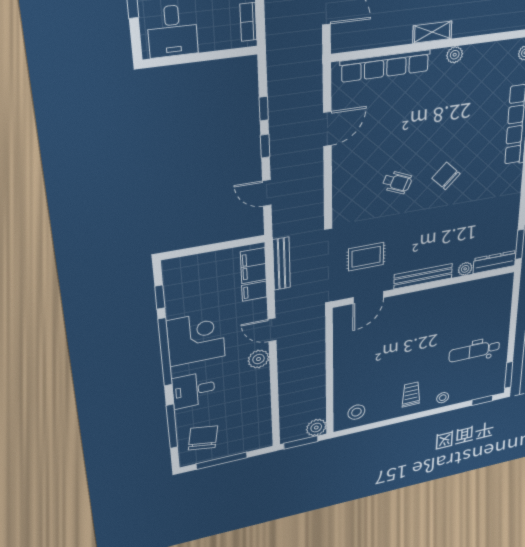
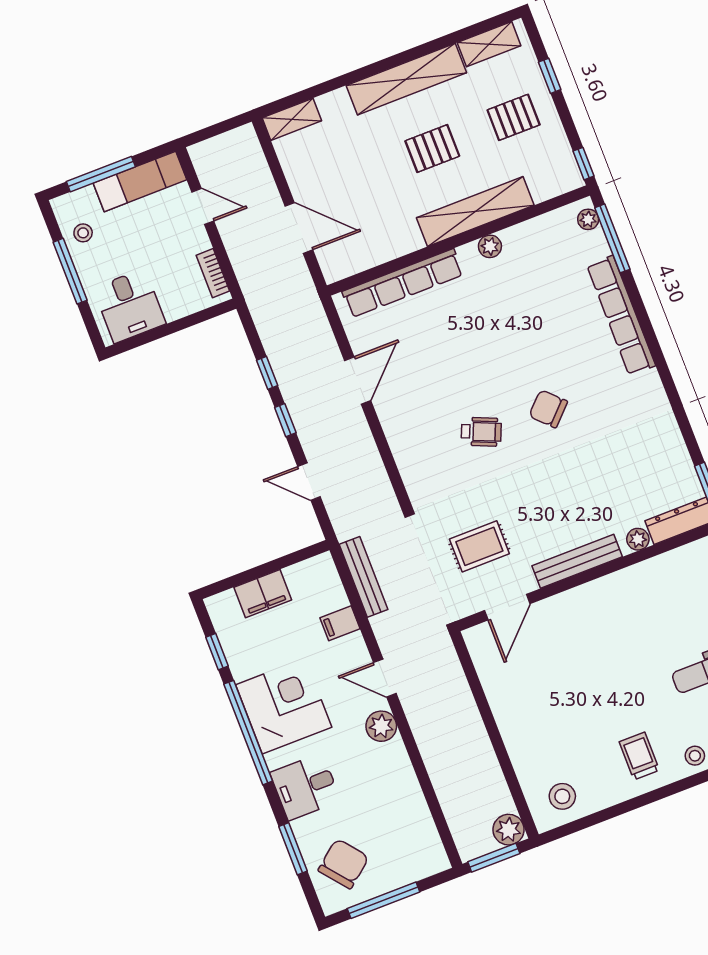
shelving: (432, 32) -> (475, 212), width x2.20, depth x1.33
filing cabinet: (253, 266) -> (263, 594), moved, turned -90
window: (172, 426) -> (293, 849), width x0.69
chair: (203, 438) -> (343, 864), turned 42

